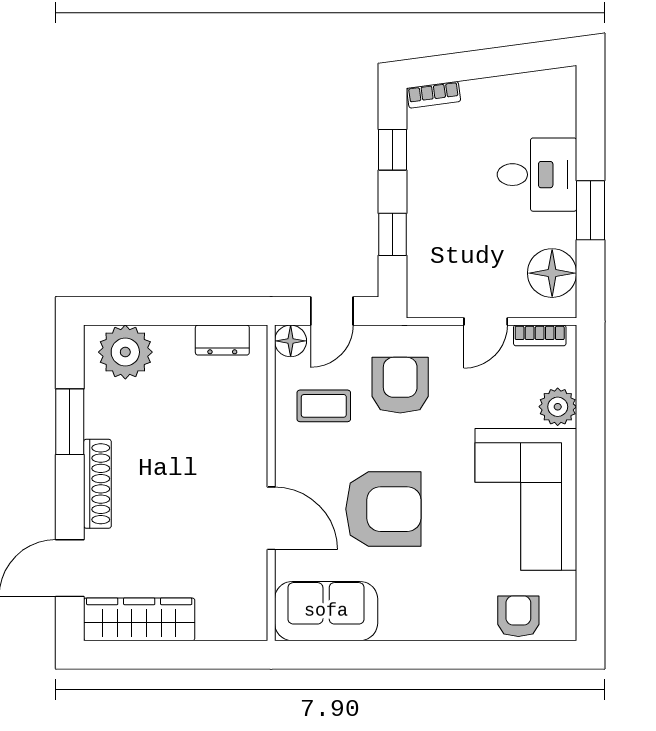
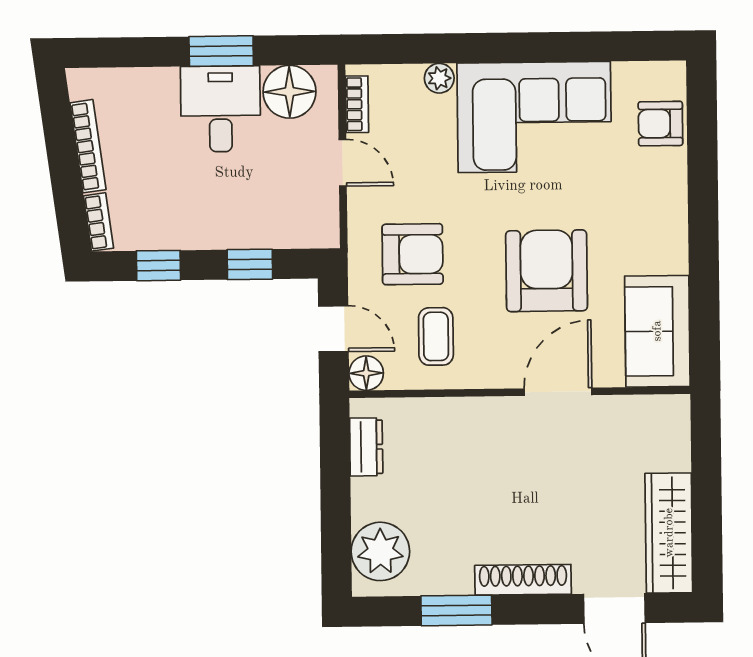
bookcase: (504, 86) -> (88, 146), added
desk: (537, 175) -> (221, 109), moved
armchair: (400, 385) -> (413, 254), turned 180
plant: (558, 407) -> (439, 78), width x0.73, depth x0.73

